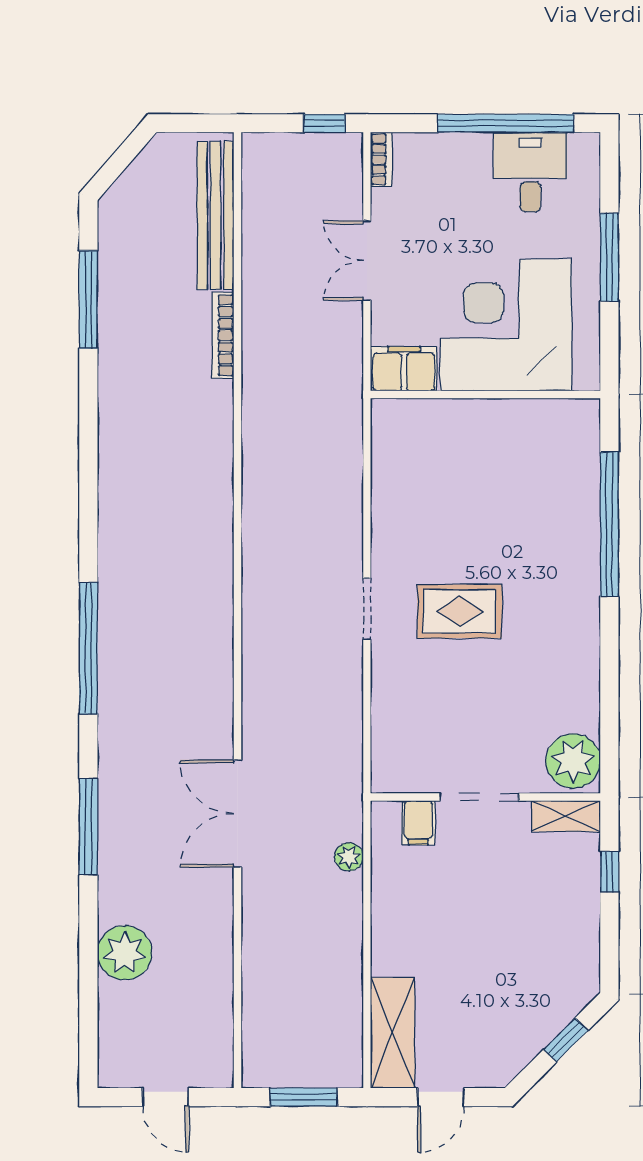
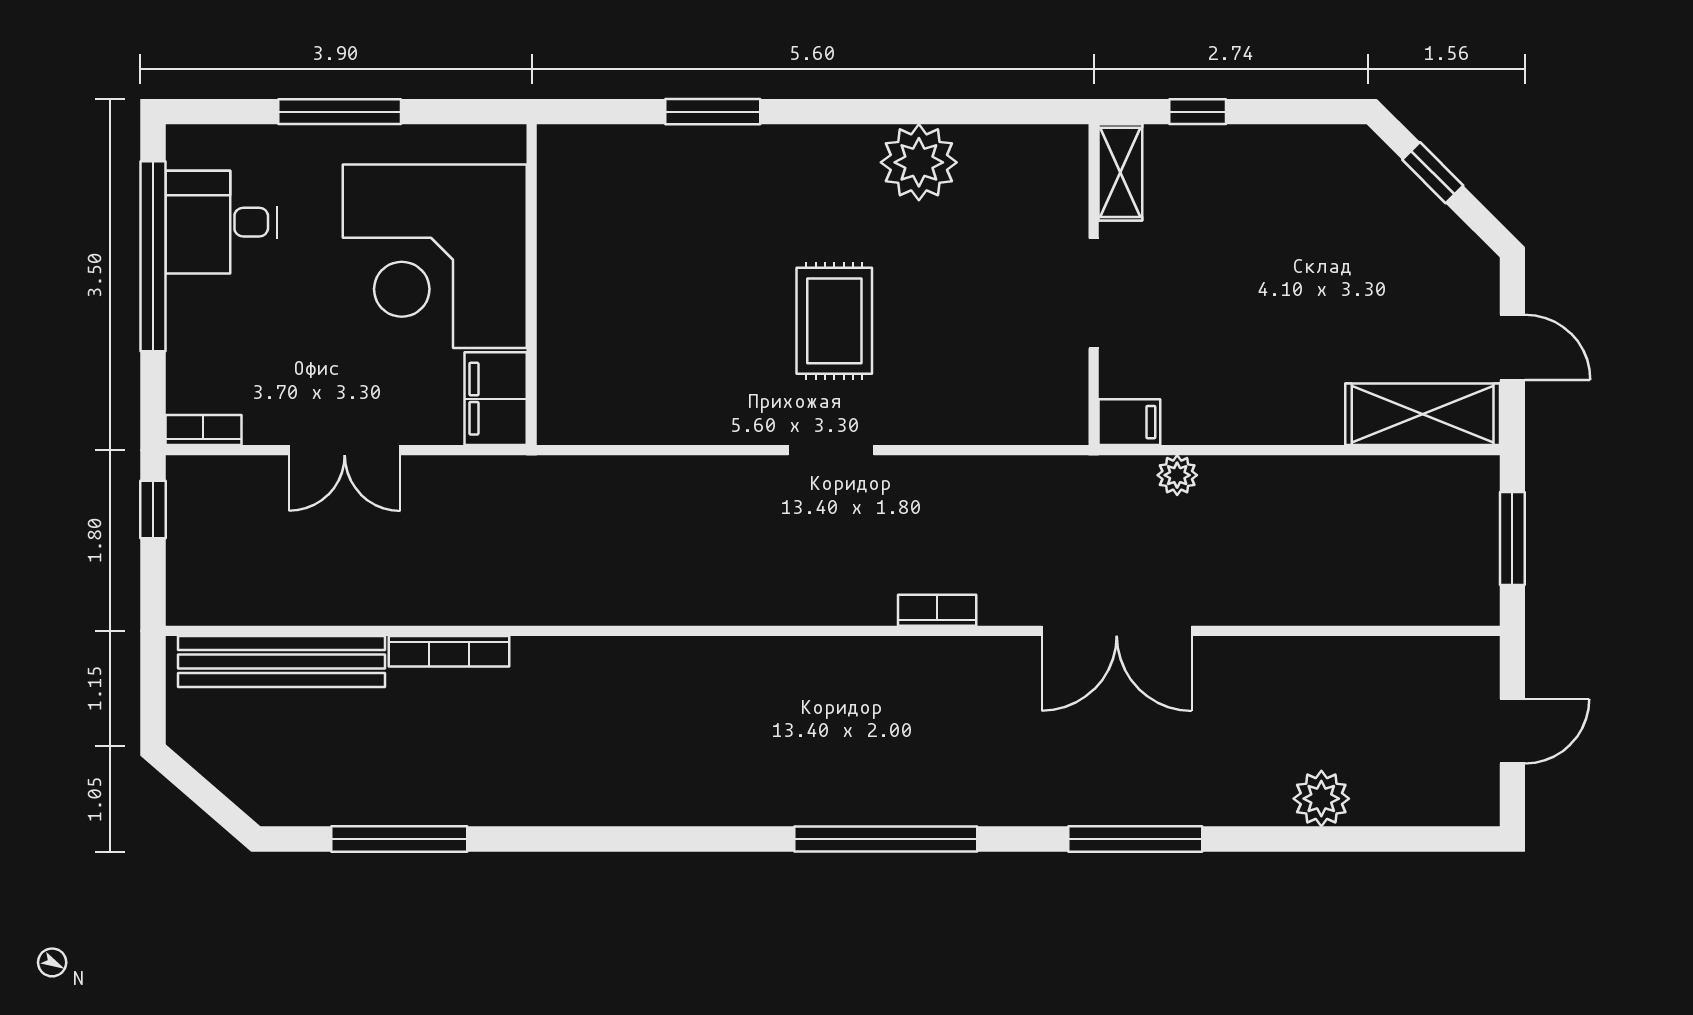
window: (609, 524) -> (713, 112), width x0.47
bookcase: (252, 685) -> (937, 610), added
plant: (573, 761) -> (919, 162), moved
filing cabinet: (418, 823) -> (1129, 422), moved
plant: (125, 953) -> (1321, 799), width x0.73, depth x0.73

